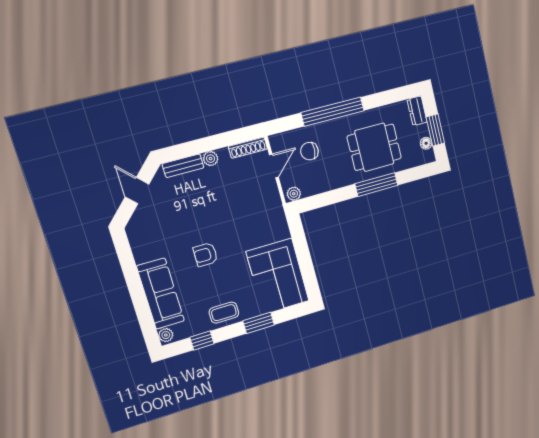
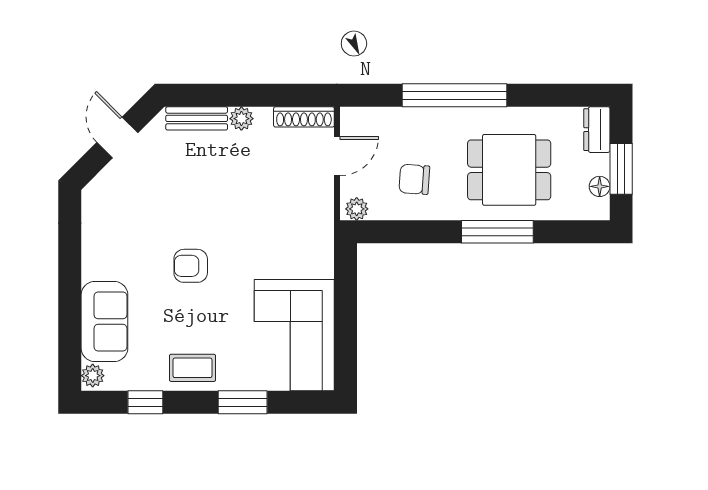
chair: (309, 151) -> (414, 179), moved
sofa: (161, 294) -> (104, 322), width x0.73

